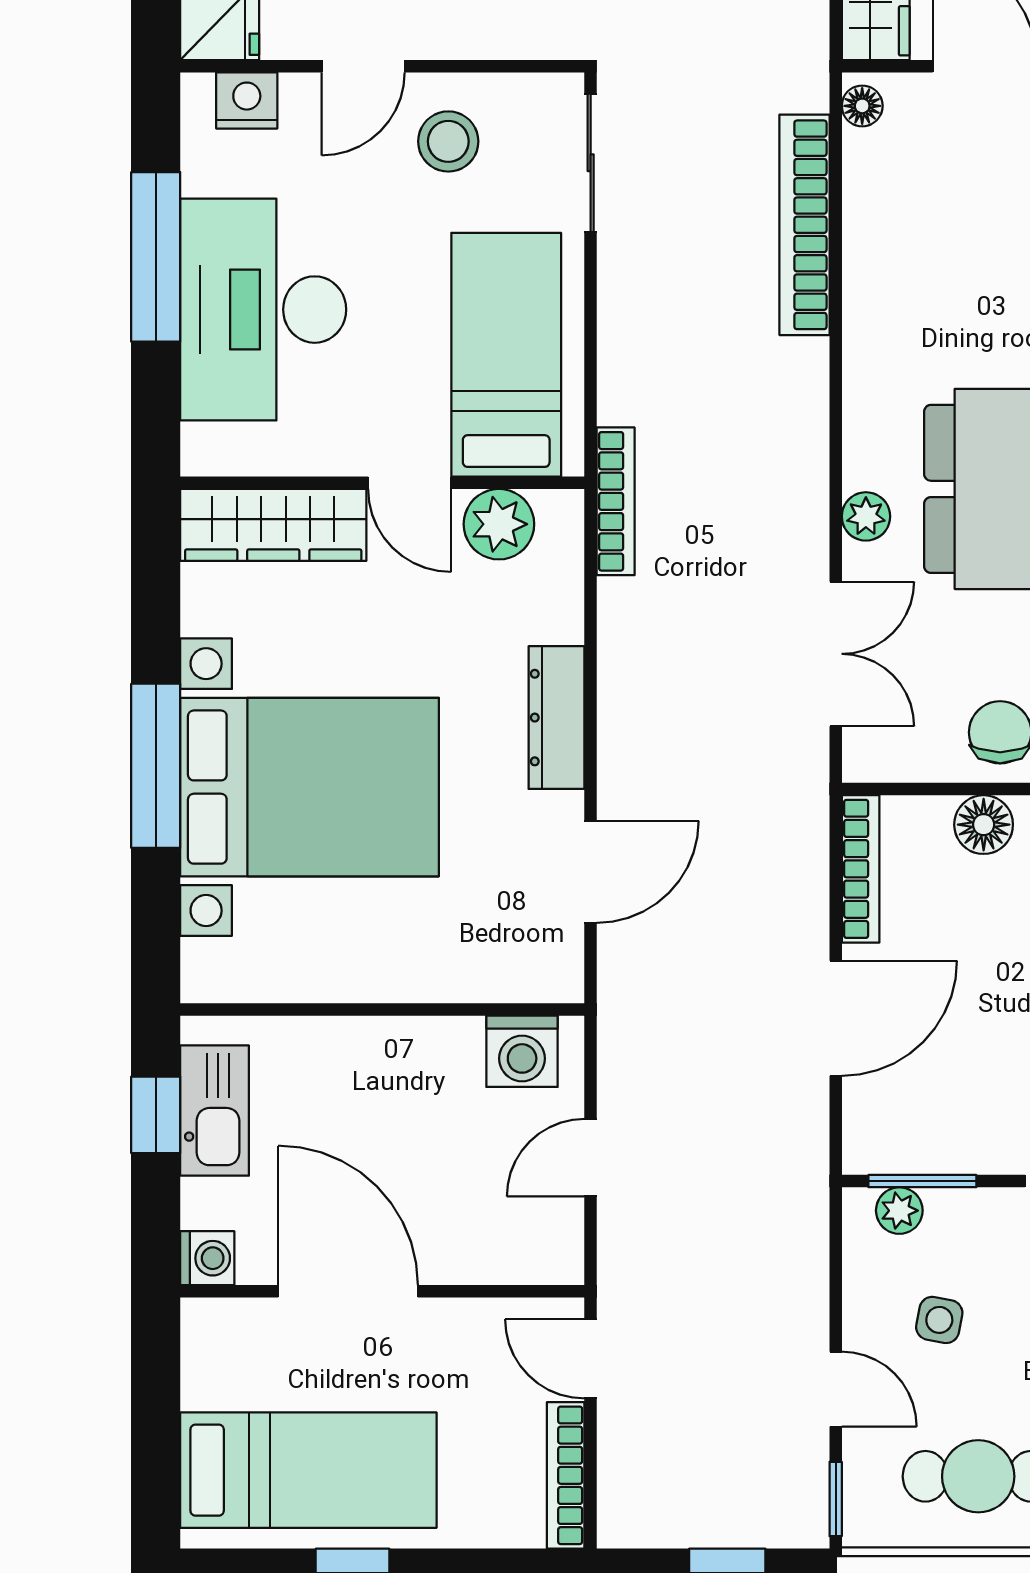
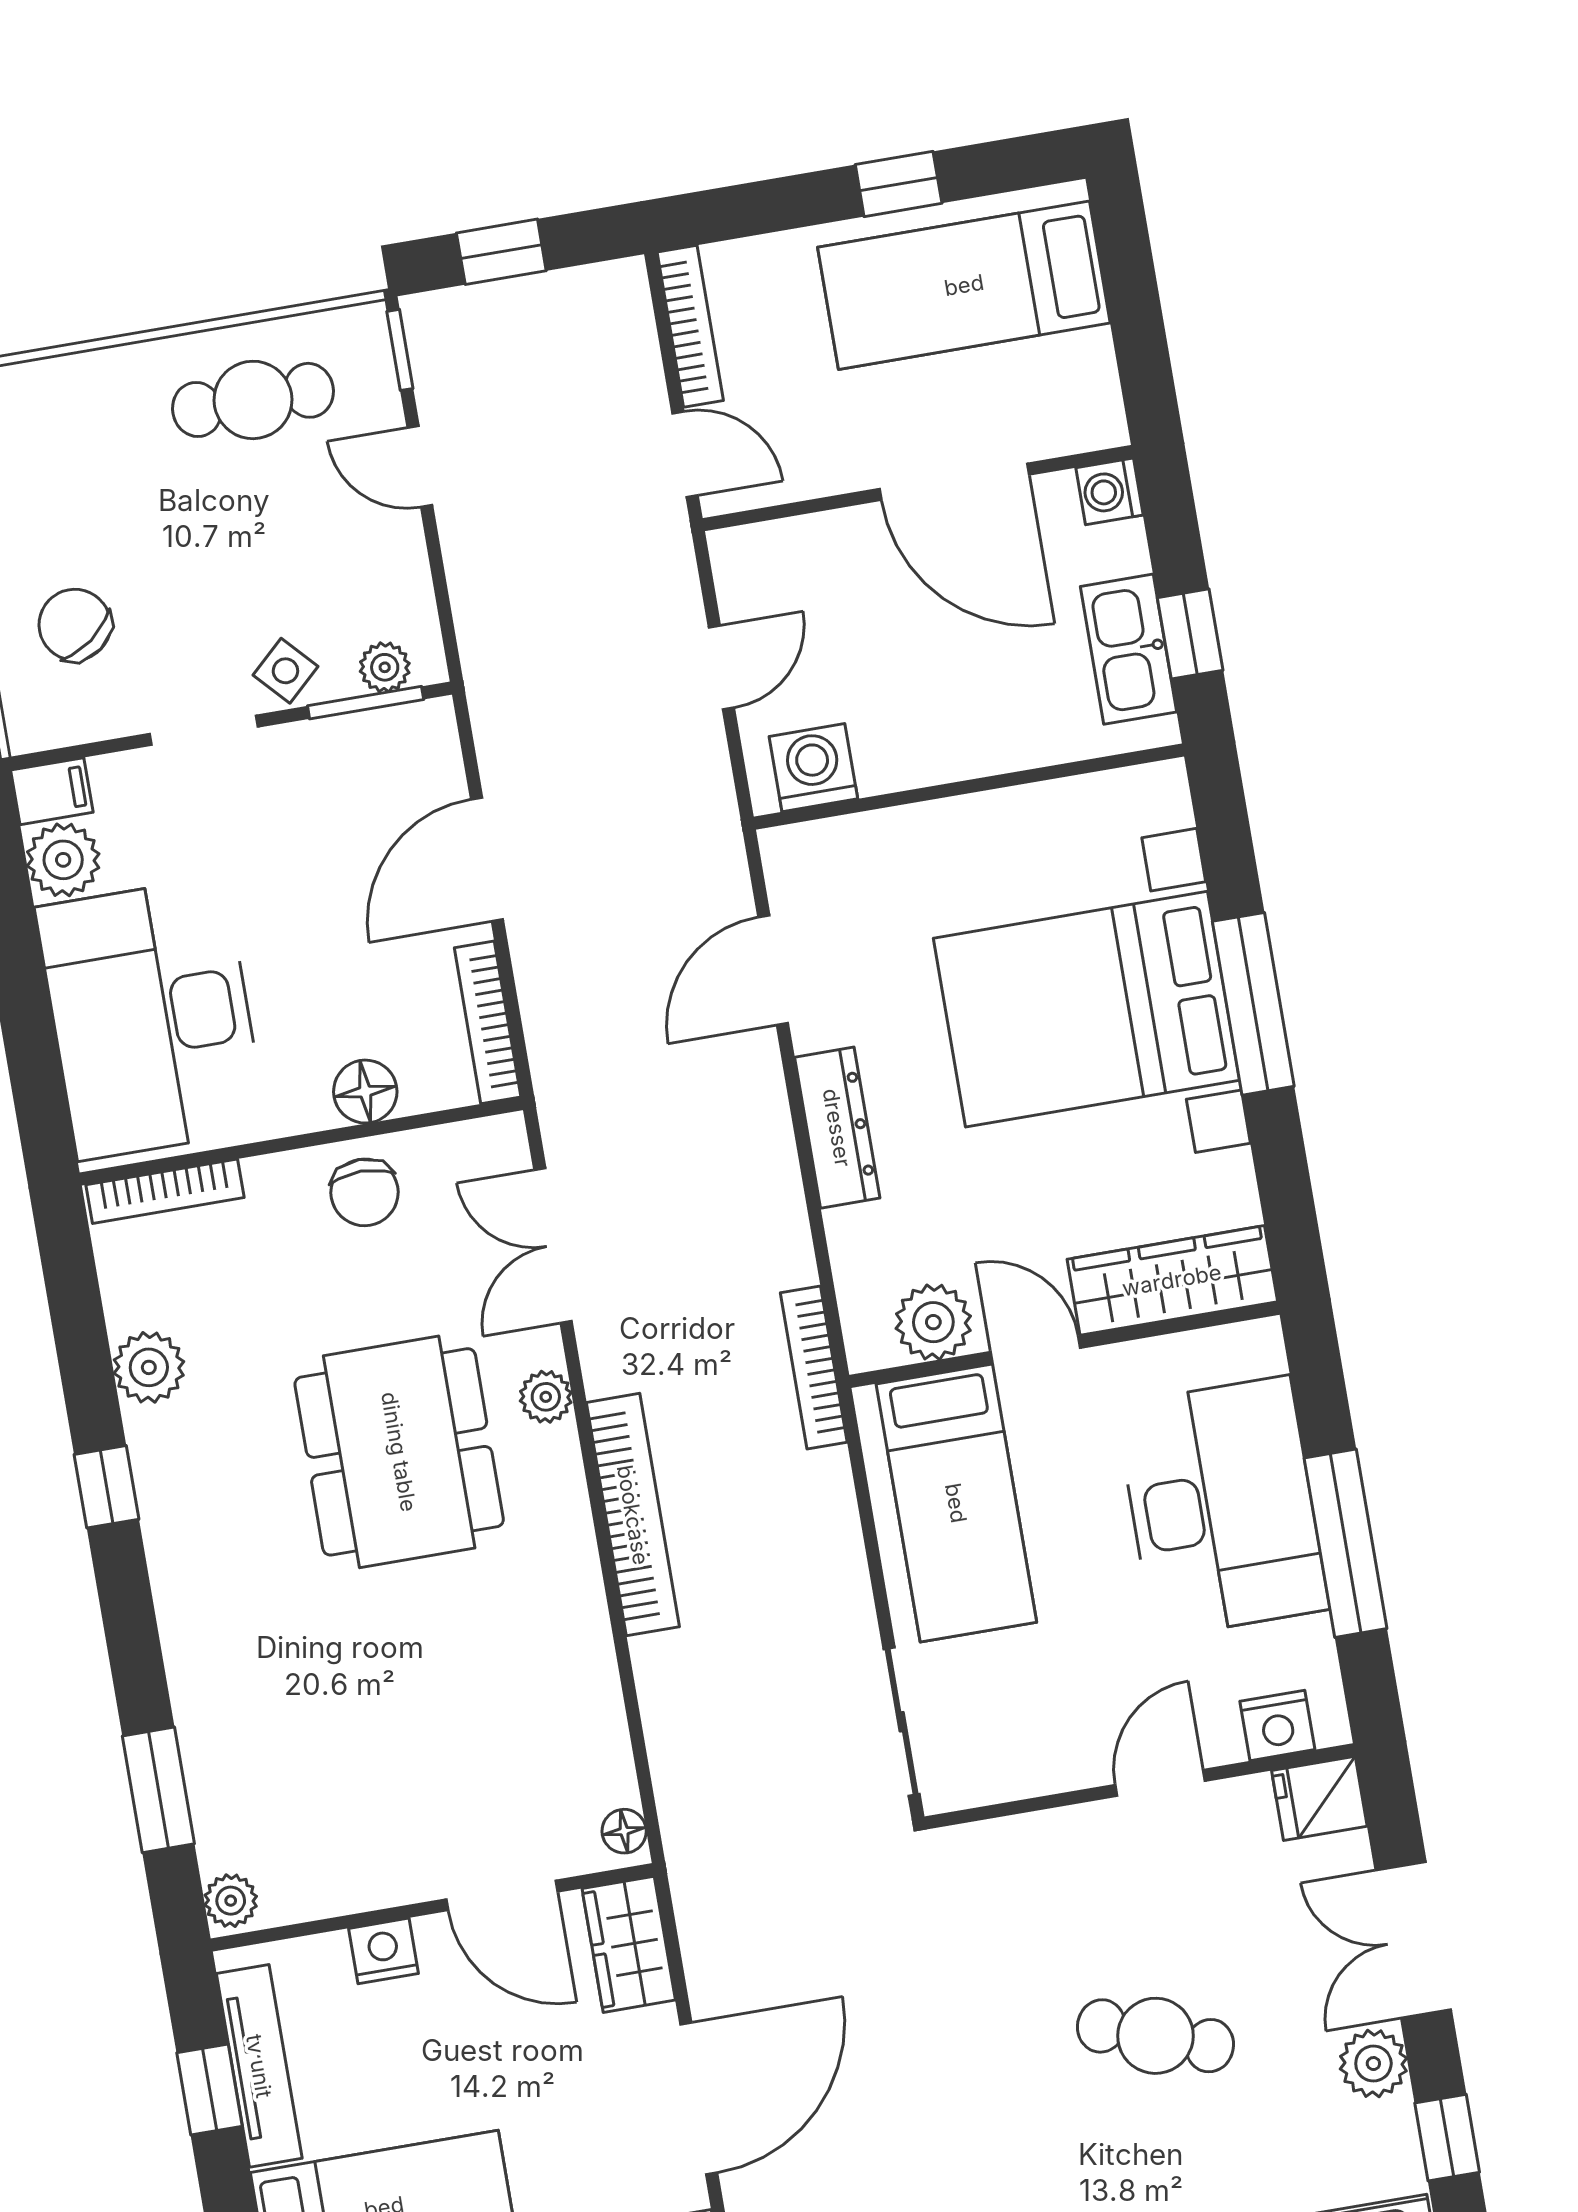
stool: (448, 141) -> (1056, 1719), removed
bookcase: (804, 225) -> (633, 1515), moved
side table: (939, 1320) -> (285, 671), moved, turned 36

